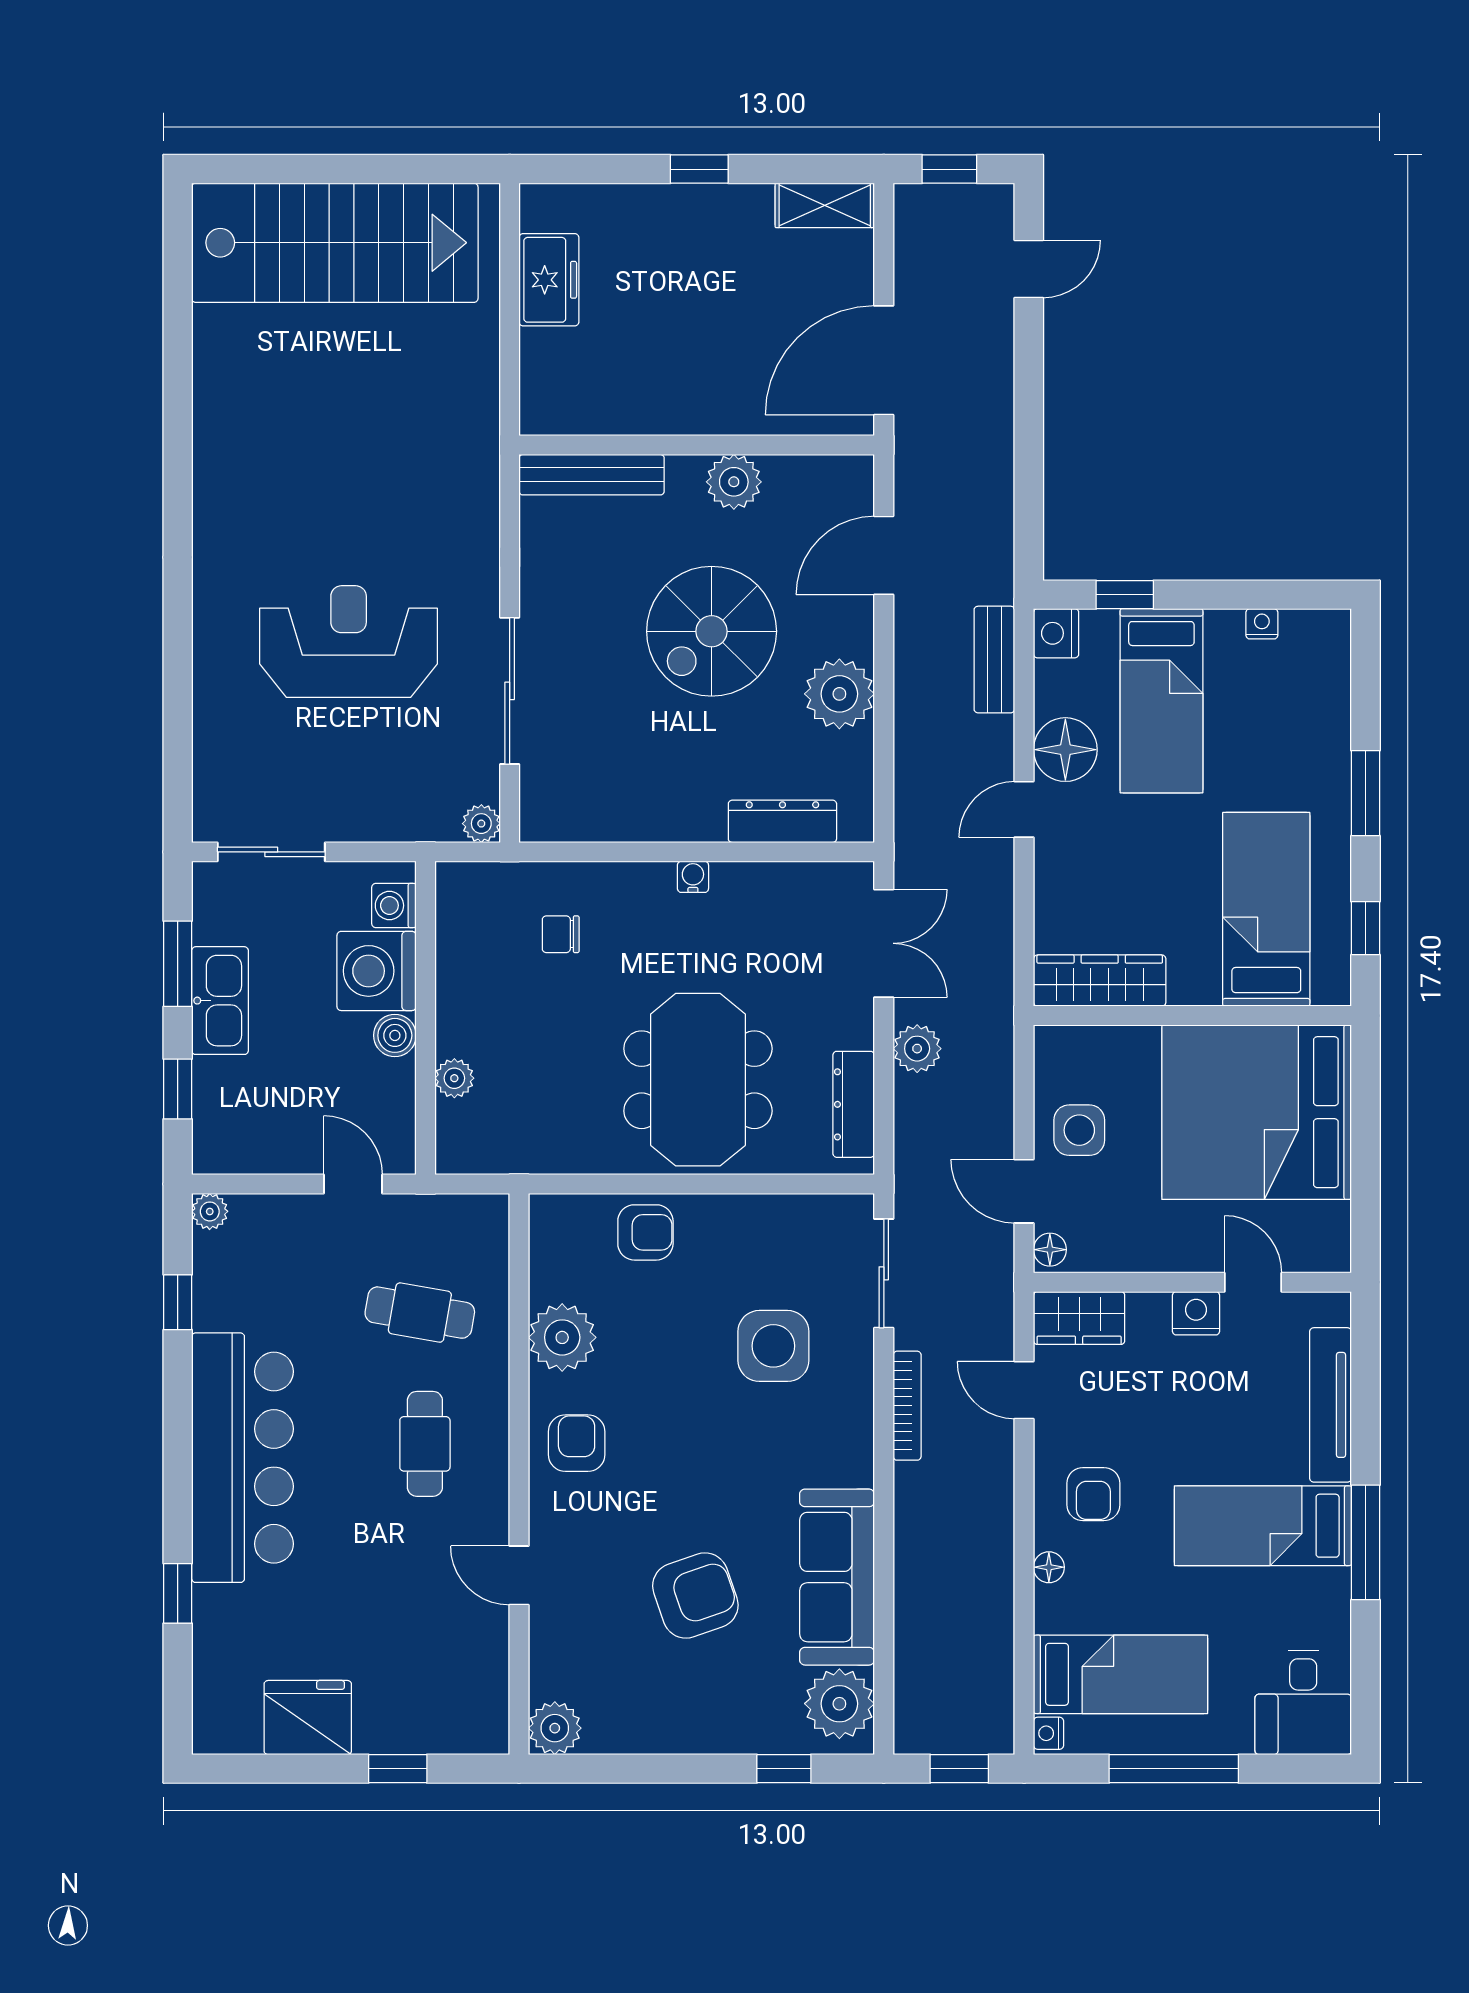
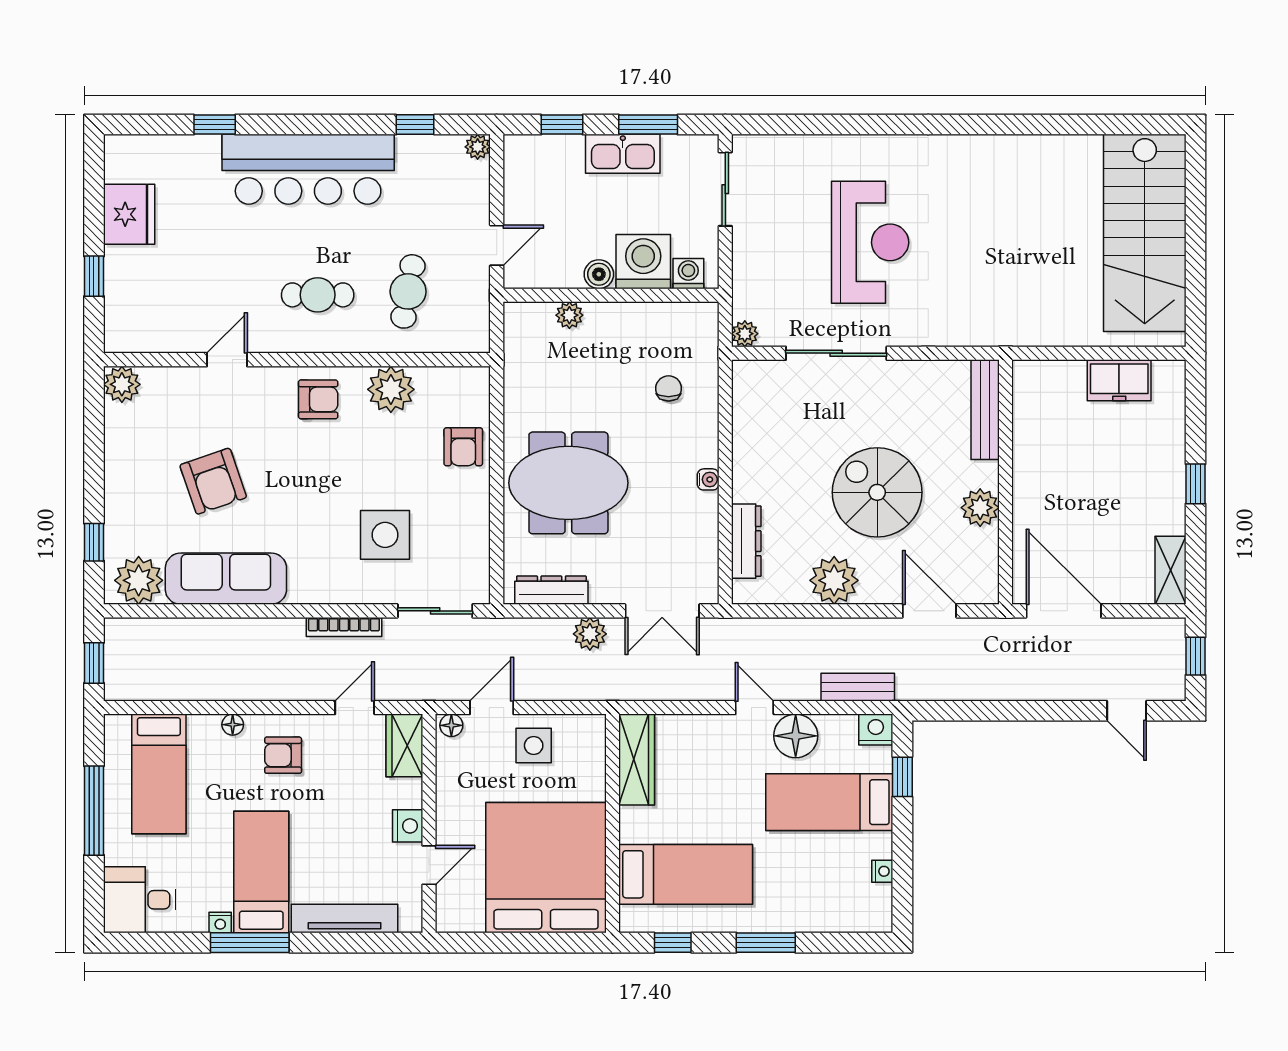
nightstand: (1049, 1733) -> (220, 923), moved, turned 180

